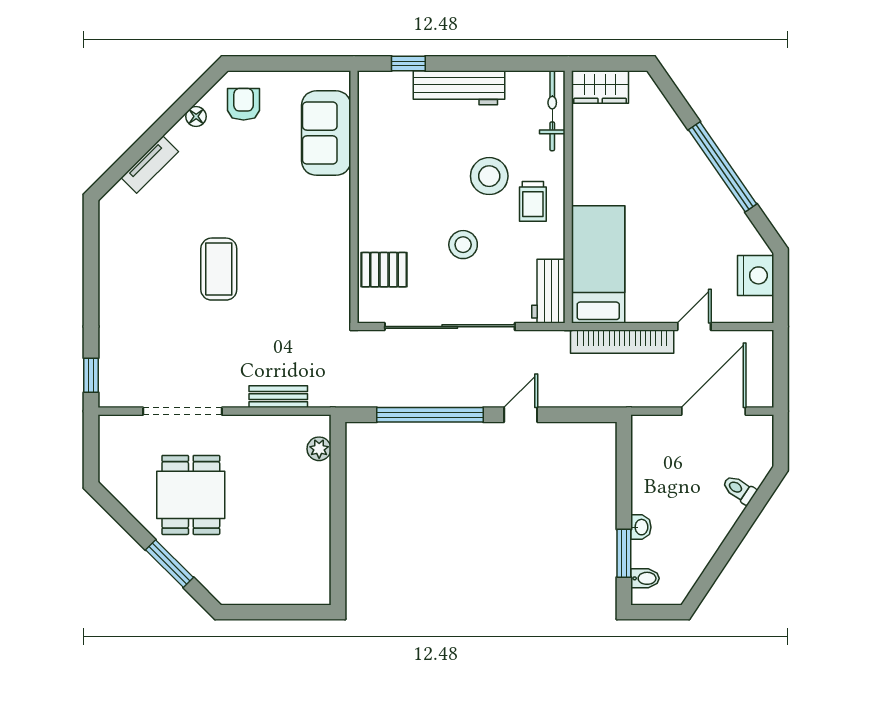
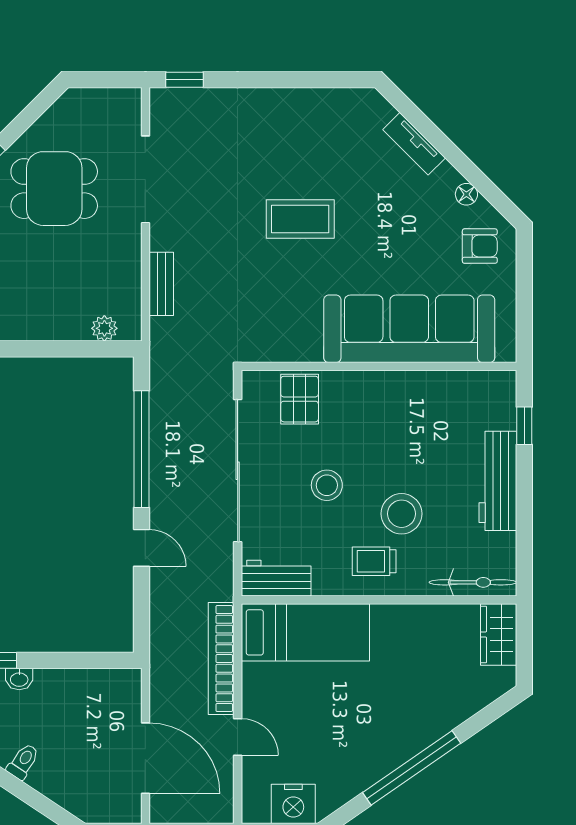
sofa: (326, 133) -> (409, 329), width x1.85, depth x1.27
toilet: (739, 490) -> (23, 761), moved

